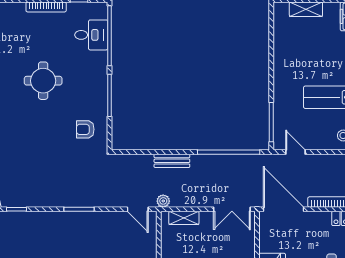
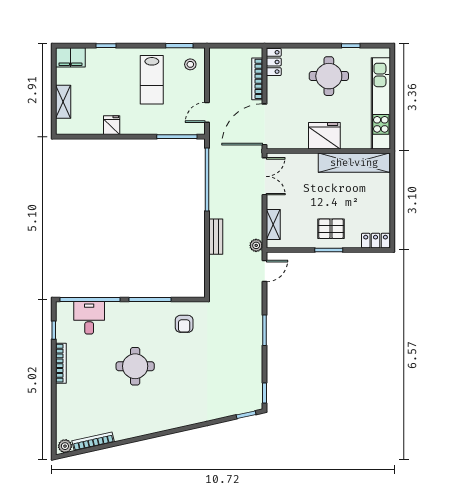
fridge: (283, 57) -> (112, 125), added

